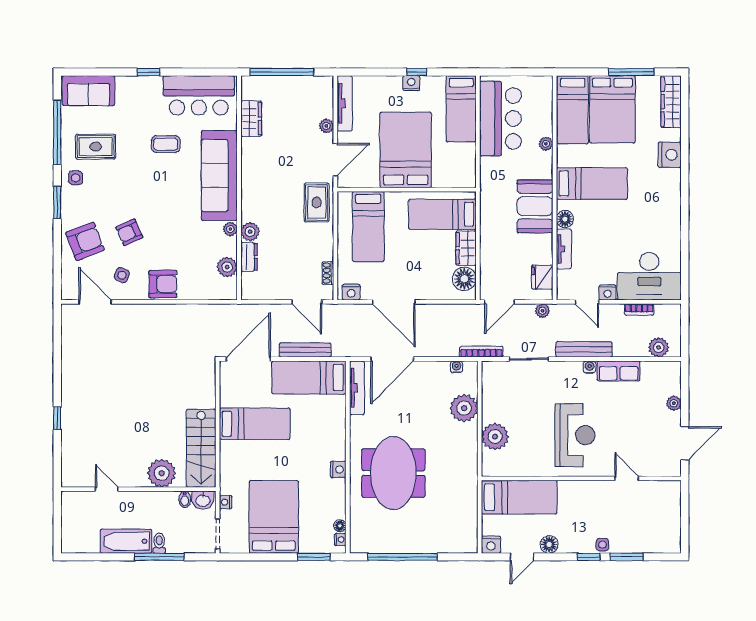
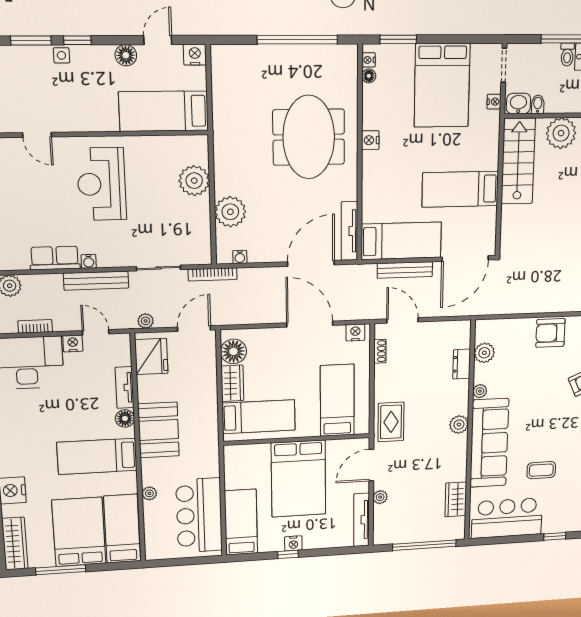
plant: (250, 232) -> (459, 425), moved
fridge: (542, 277) -> (151, 356), width x1.36, depth x1.34

